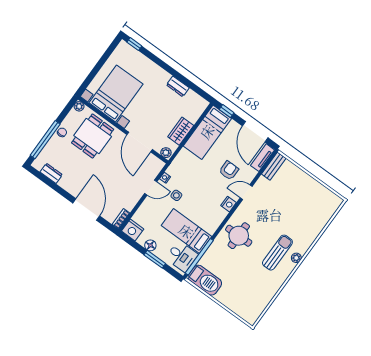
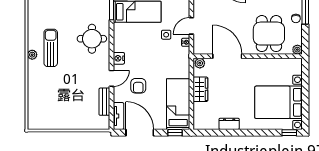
bed with nightstands: (116, 93) -> (279, 102), moved, turned 90
bench: (274, 166) -> (104, 102), moved
sun lounger: (277, 253) -> (51, 48), turned 180

